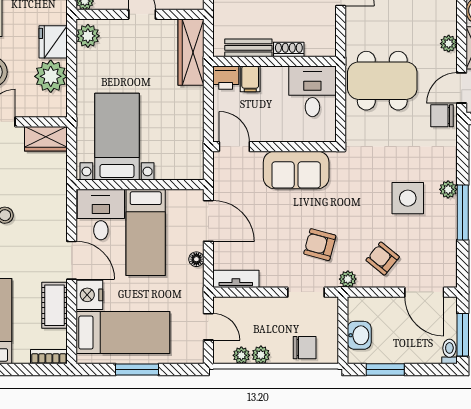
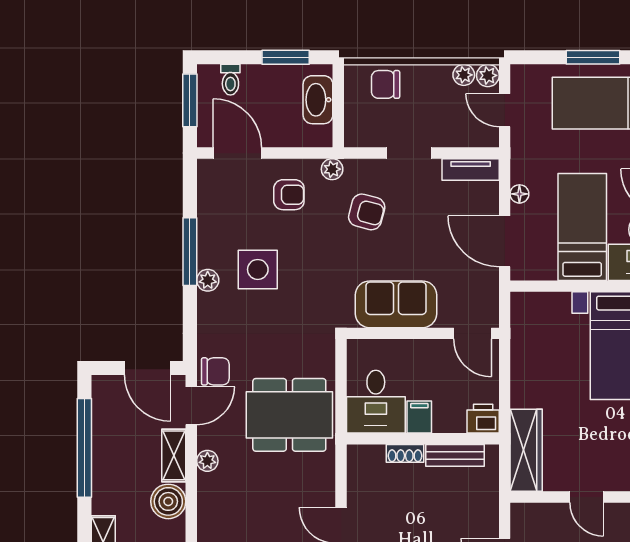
filing cabinet: (250, 79) -> (419, 417), moved
armchair: (383, 259) -> (289, 195), turned -39
doorway: (306, 292) -> (409, 153), moved
washbasin: (359, 335) -> (318, 100), width x1.38
toilet: (449, 351) -> (230, 80), moved
plant: (261, 355) -> (488, 75), moved

